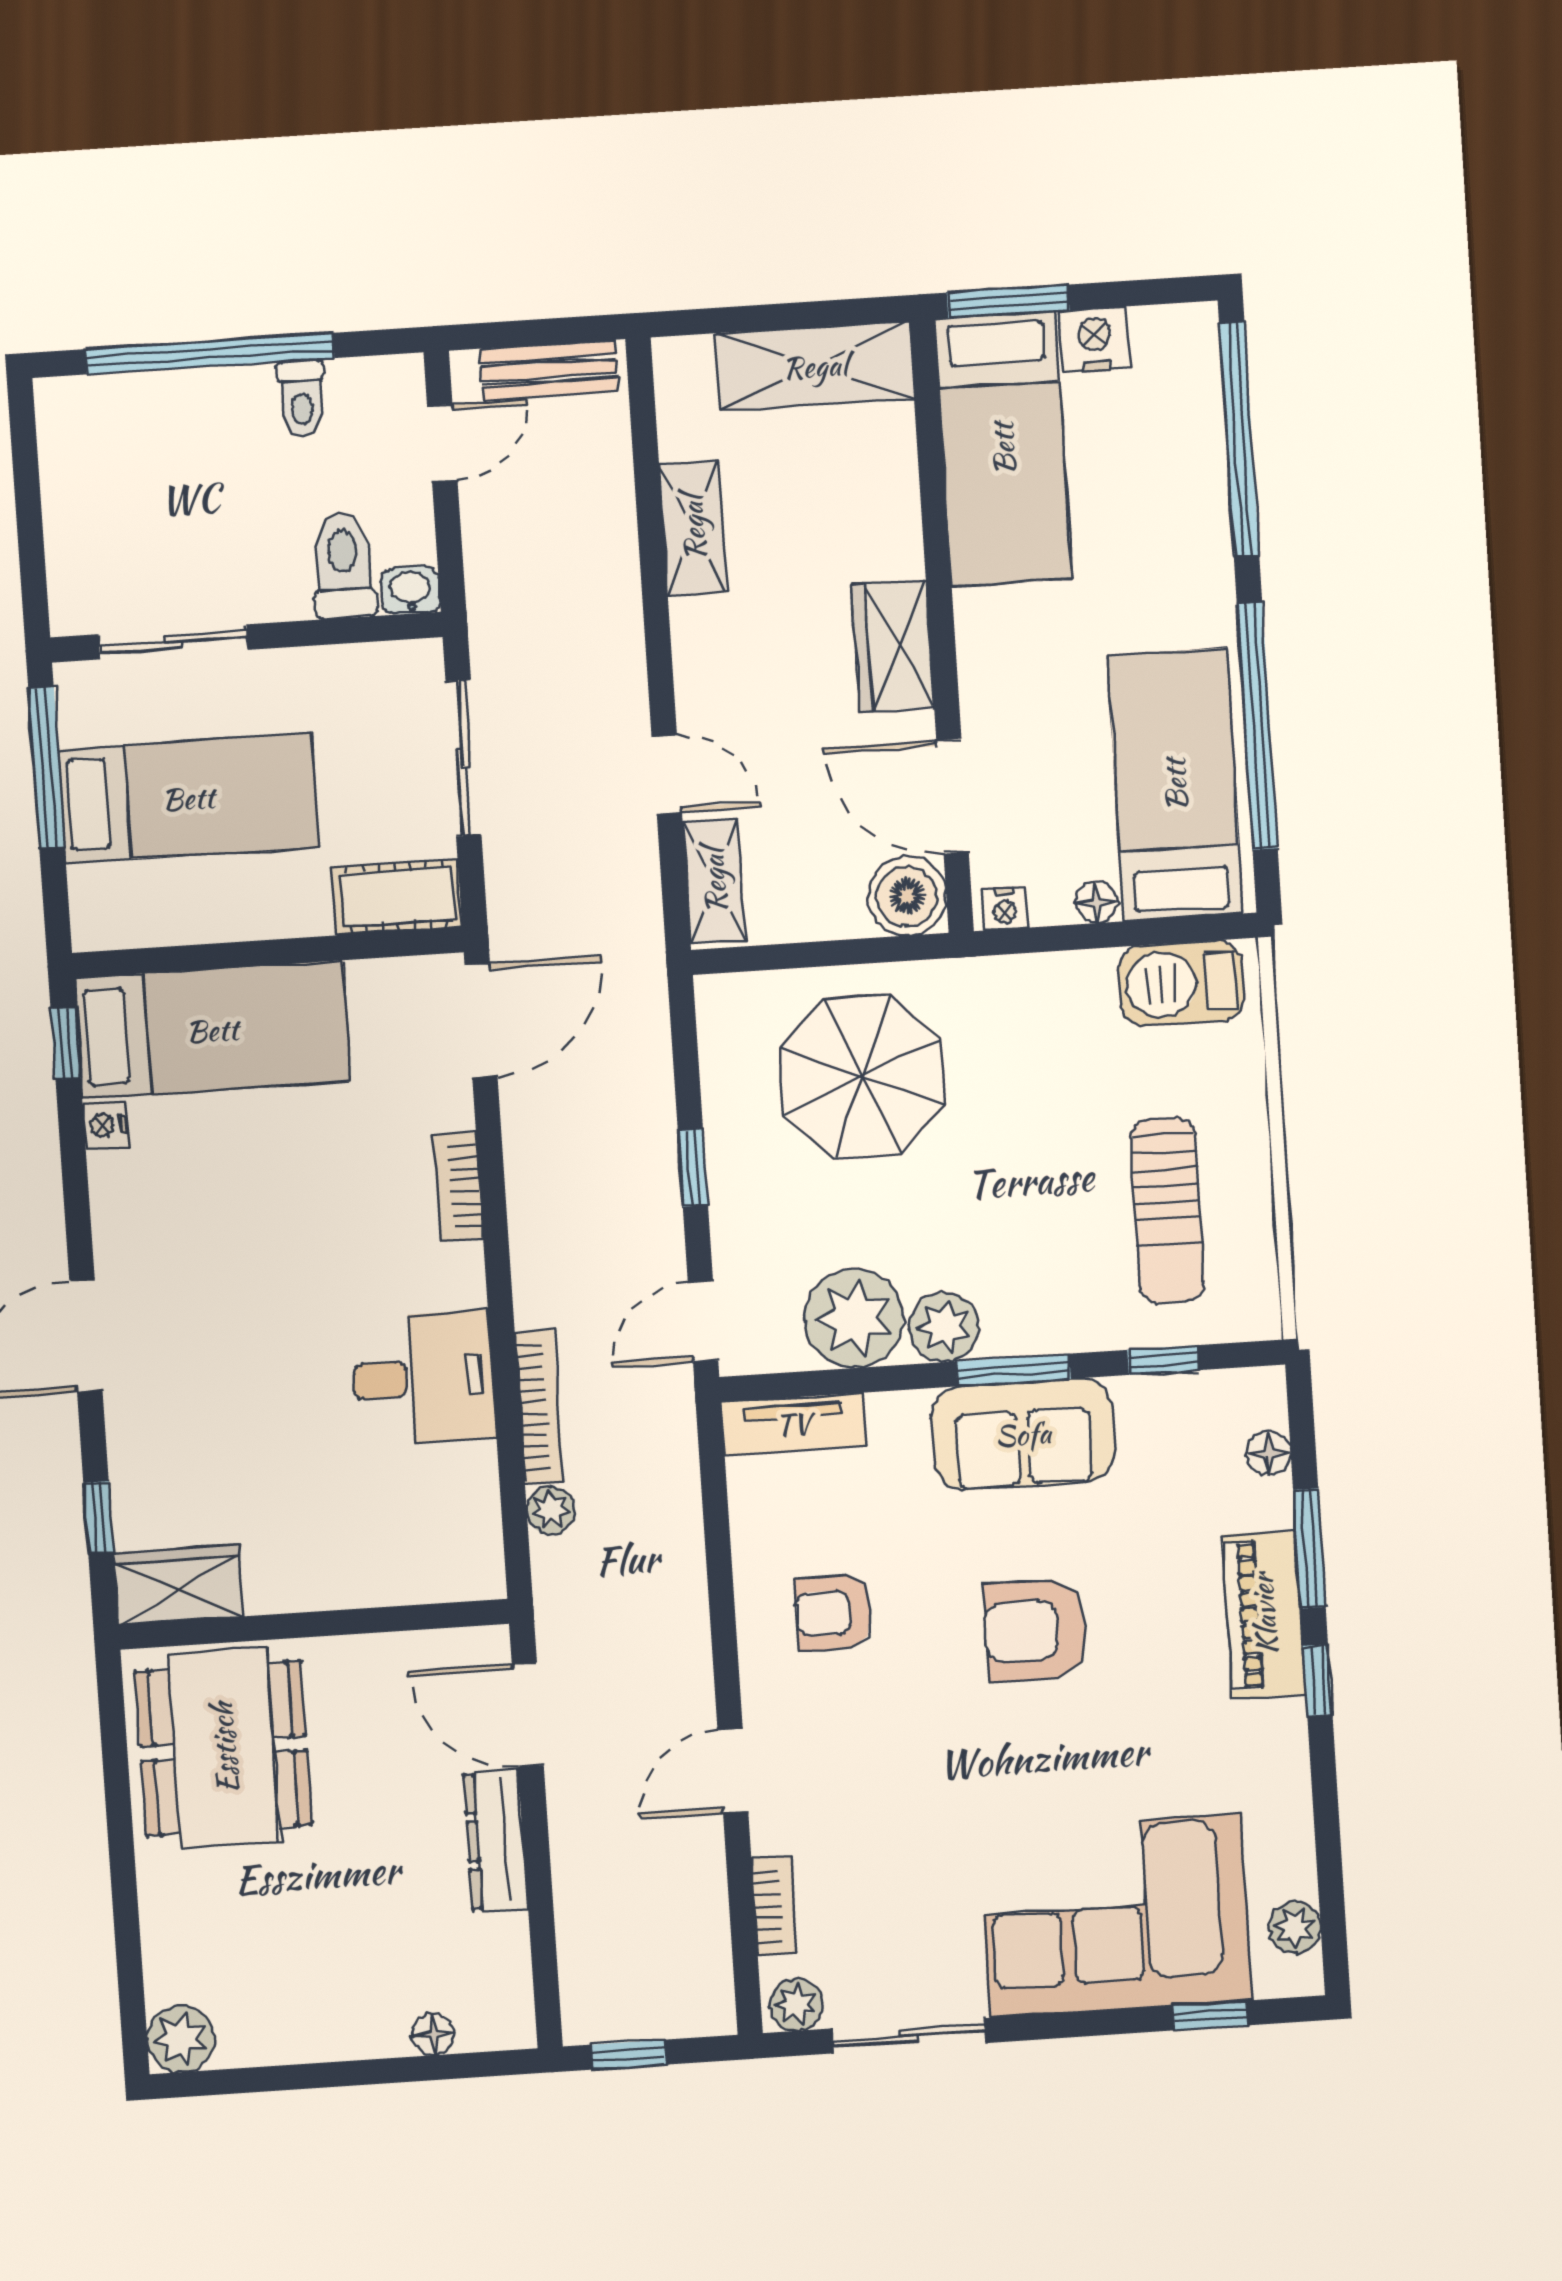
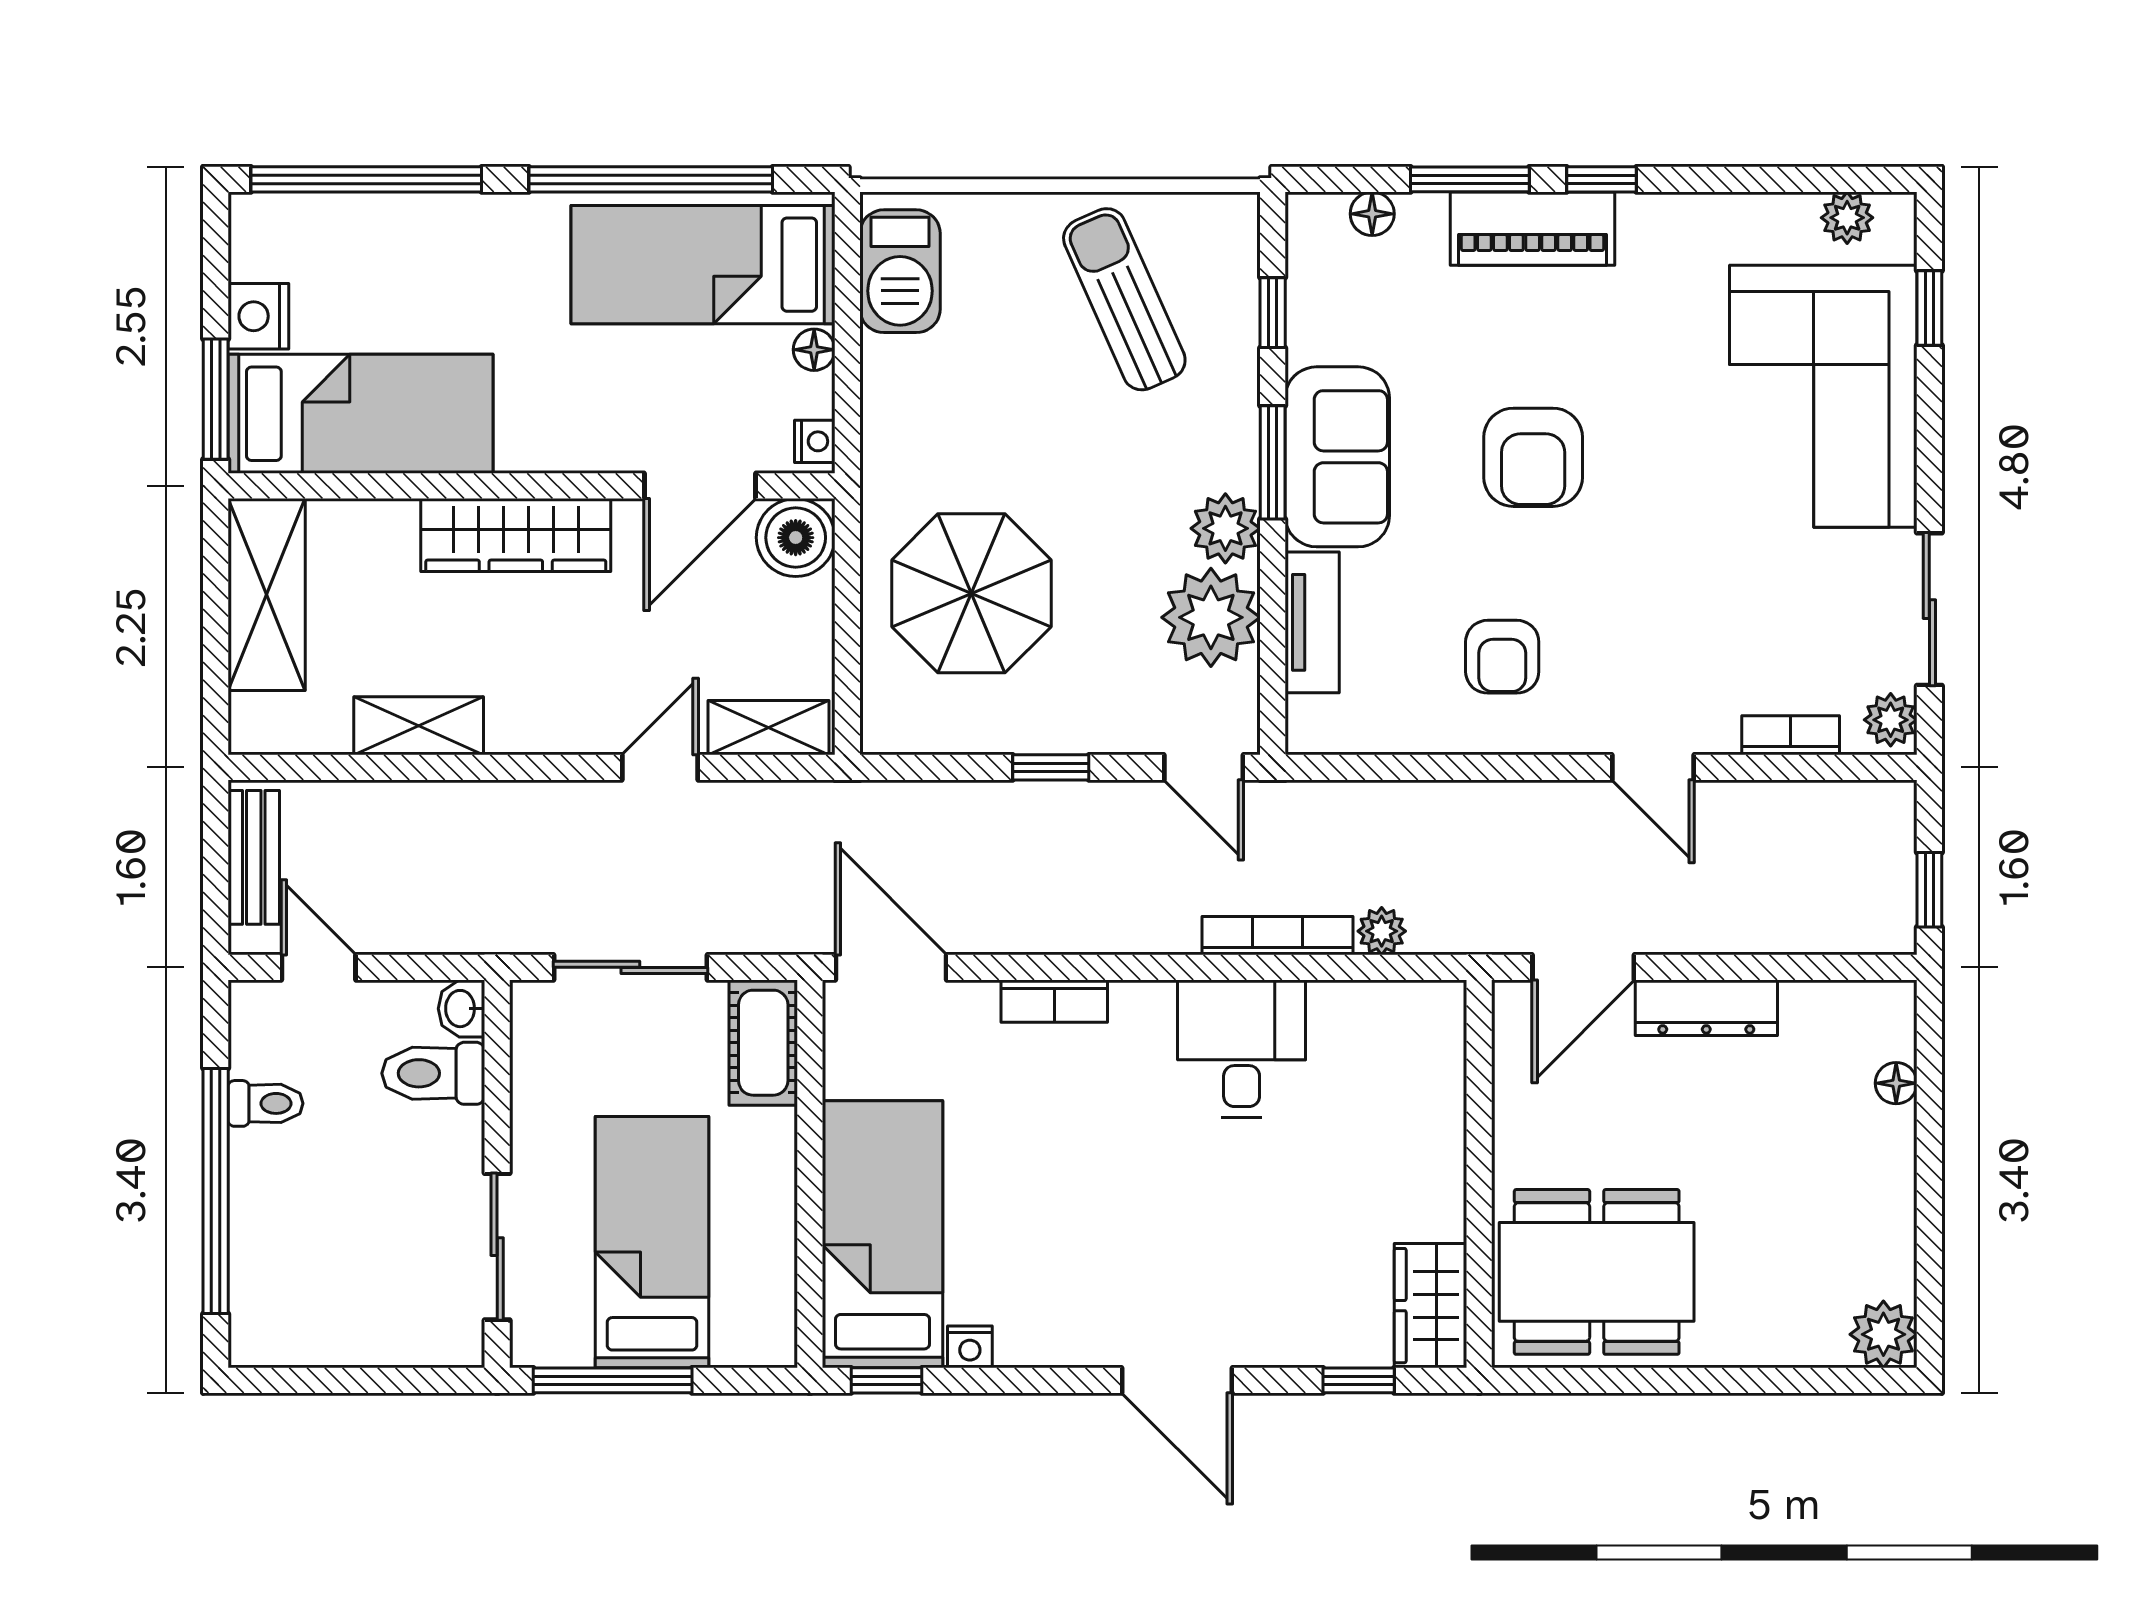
wardrobe: (893, 646) -> (516, 535), width x1.50
sun lounger: (1167, 1210) -> (1124, 299), turned -114
tv unit: (793, 1424) -> (1312, 622), moved

